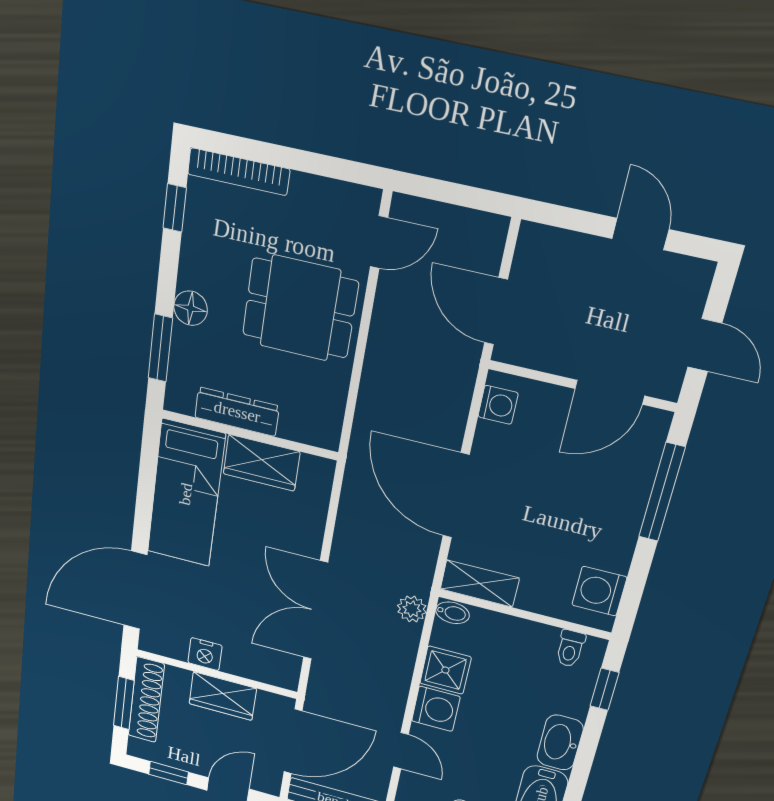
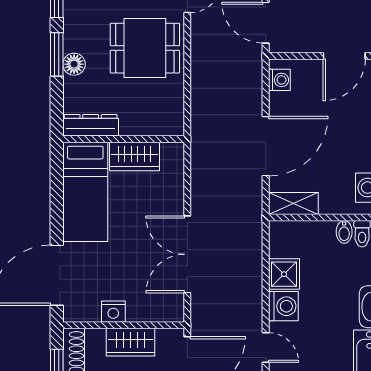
window: (160, 348) -> (57, 54), moved
dresser: (237, 412) -> (91, 125), moved
door: (456, 496) -> (266, 146), swing flipped
plant: (412, 609) -> (253, 235), removed
bidet: (453, 613) -> (344, 232), moved, turned 90

